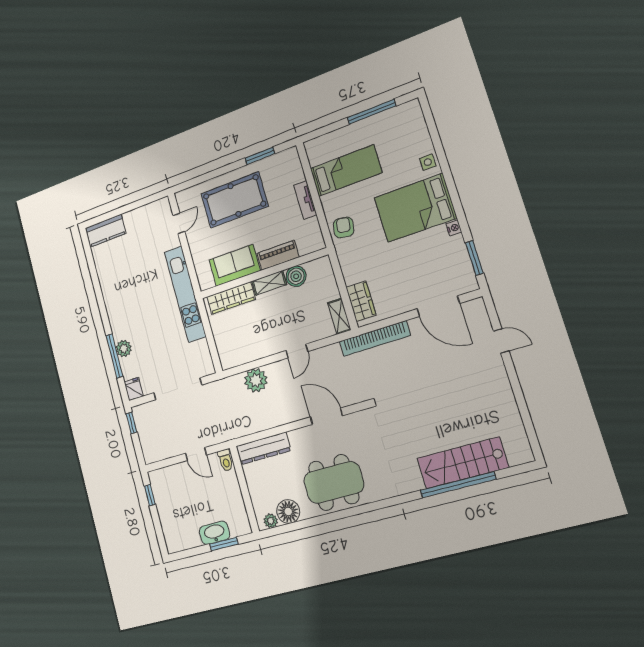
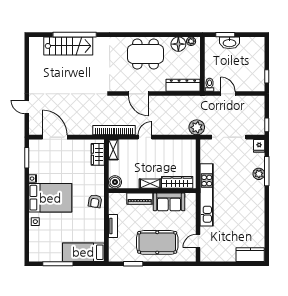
bed: (346, 171) -> (83, 252), moved
boiler: (296, 276) -> (115, 182), moved
bookcase: (375, 338) -> (114, 130), moved
plant: (256, 380) -> (197, 127), moved

